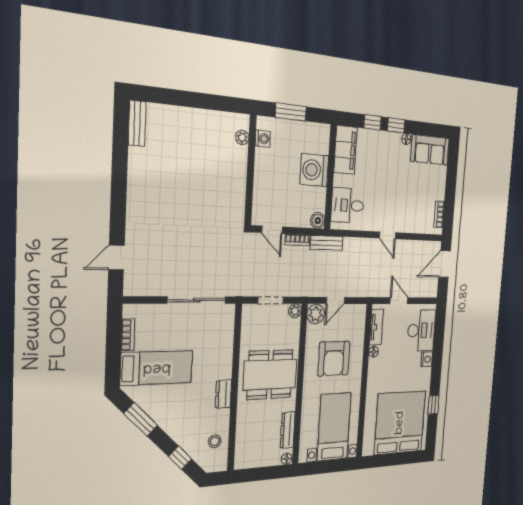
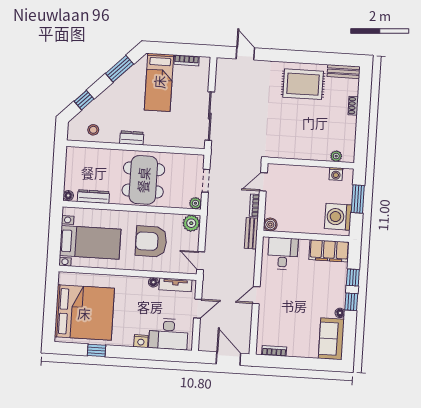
shoe rack: (181, 112) -> (353, 106), added
washing machine: (314, 170) -> (338, 217), moved, turned -90
rug: (155, 179) -> (303, 84), added
door: (335, 300) -> (201, 261), moved

